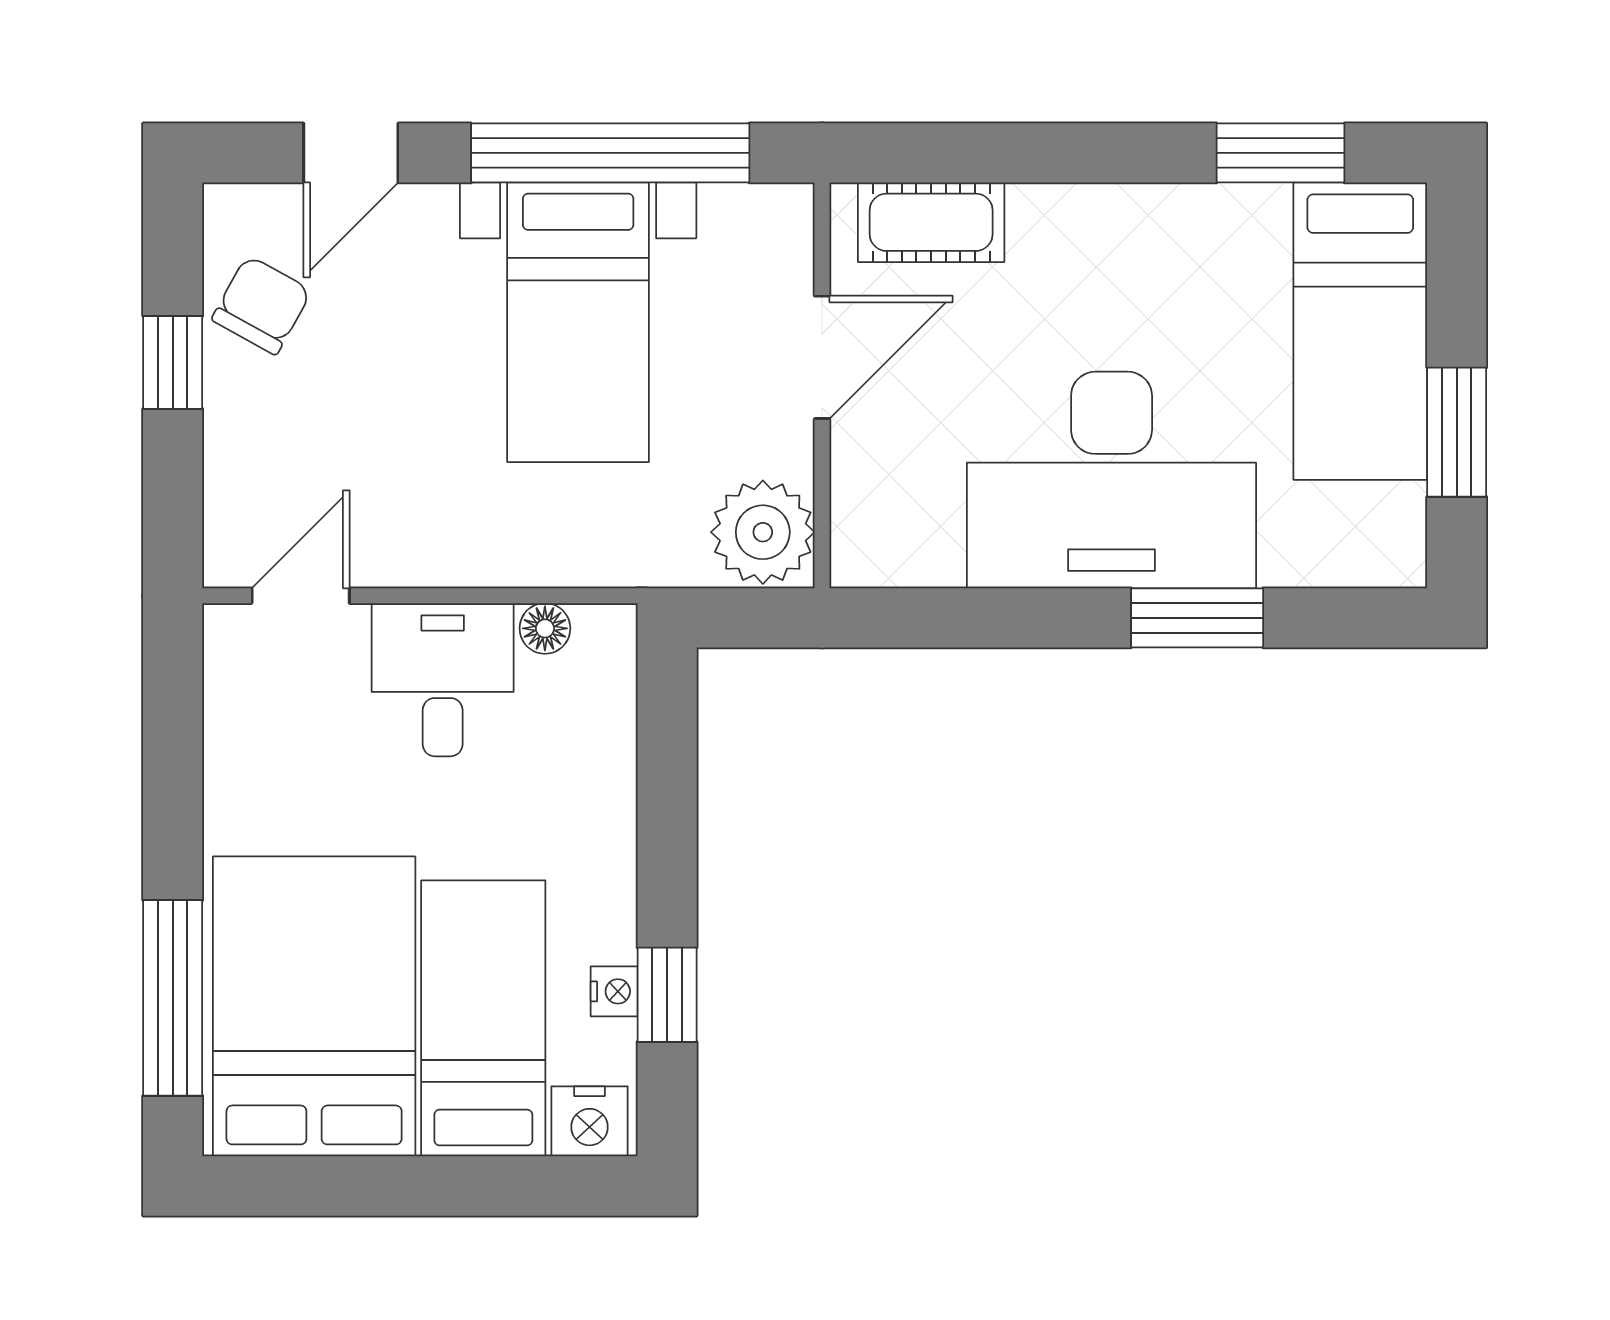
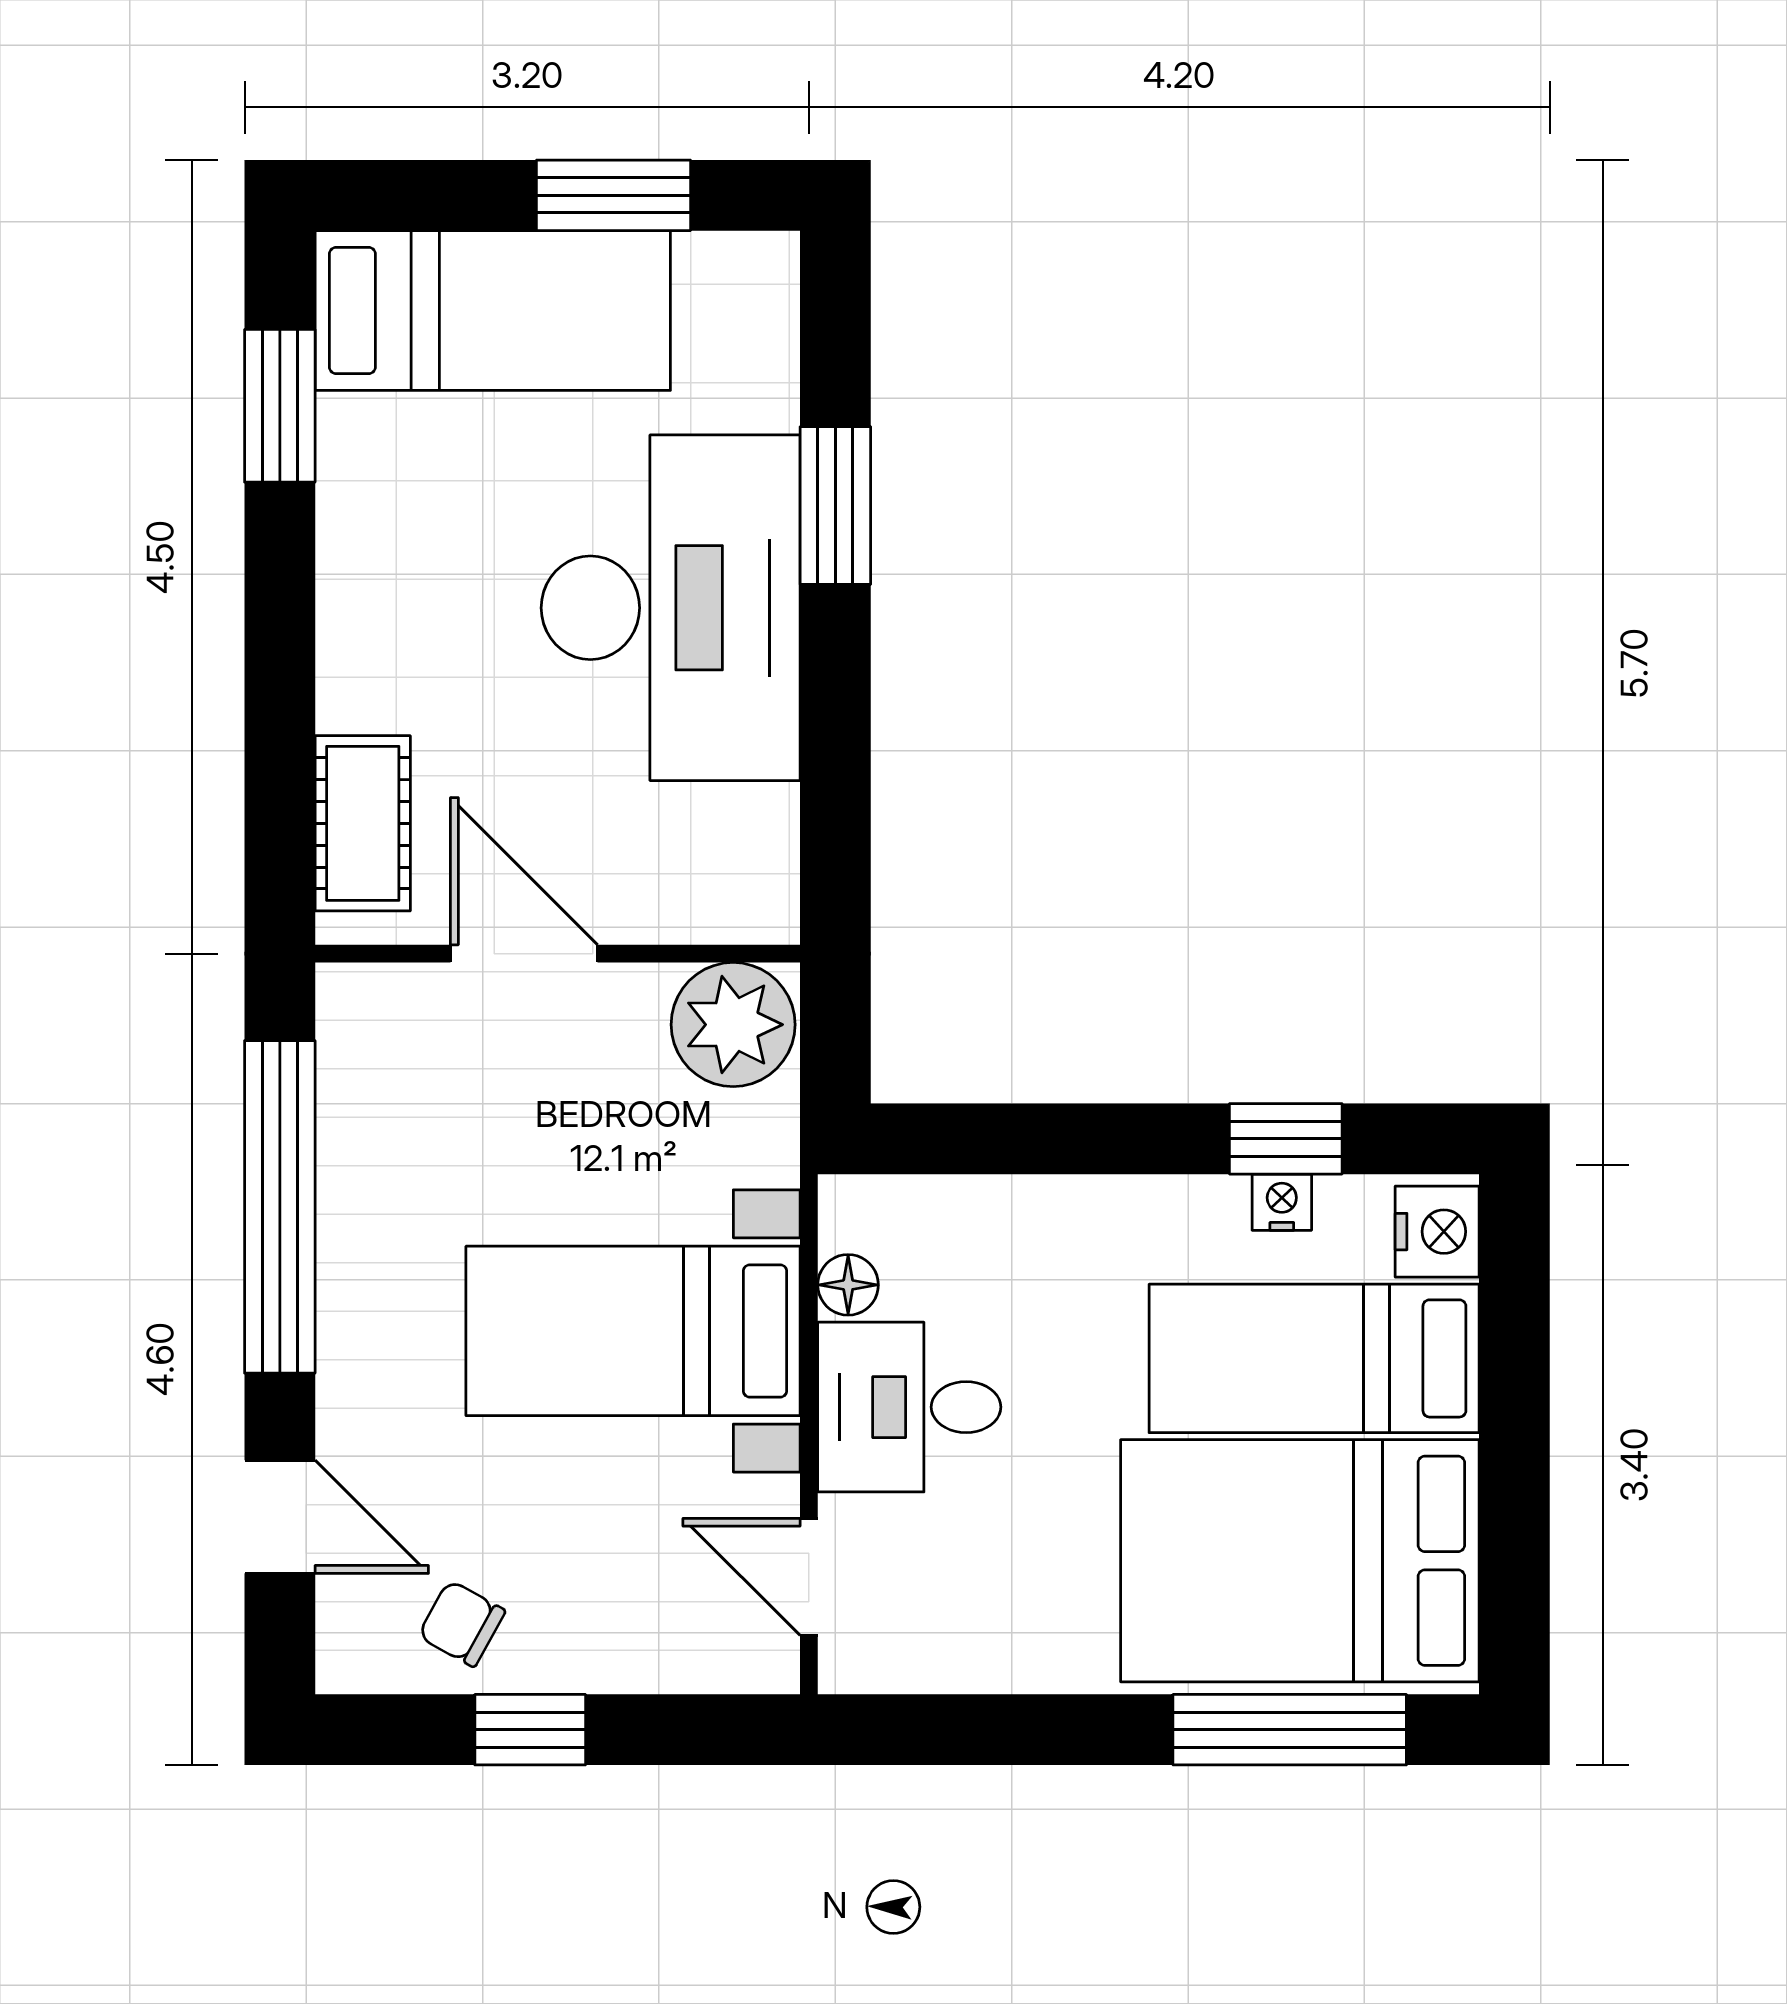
chair: (262, 305) -> (462, 1623), width x0.73, depth x0.73
bed with nightstands: (578, 322) -> (633, 1331), moved, turned 180

